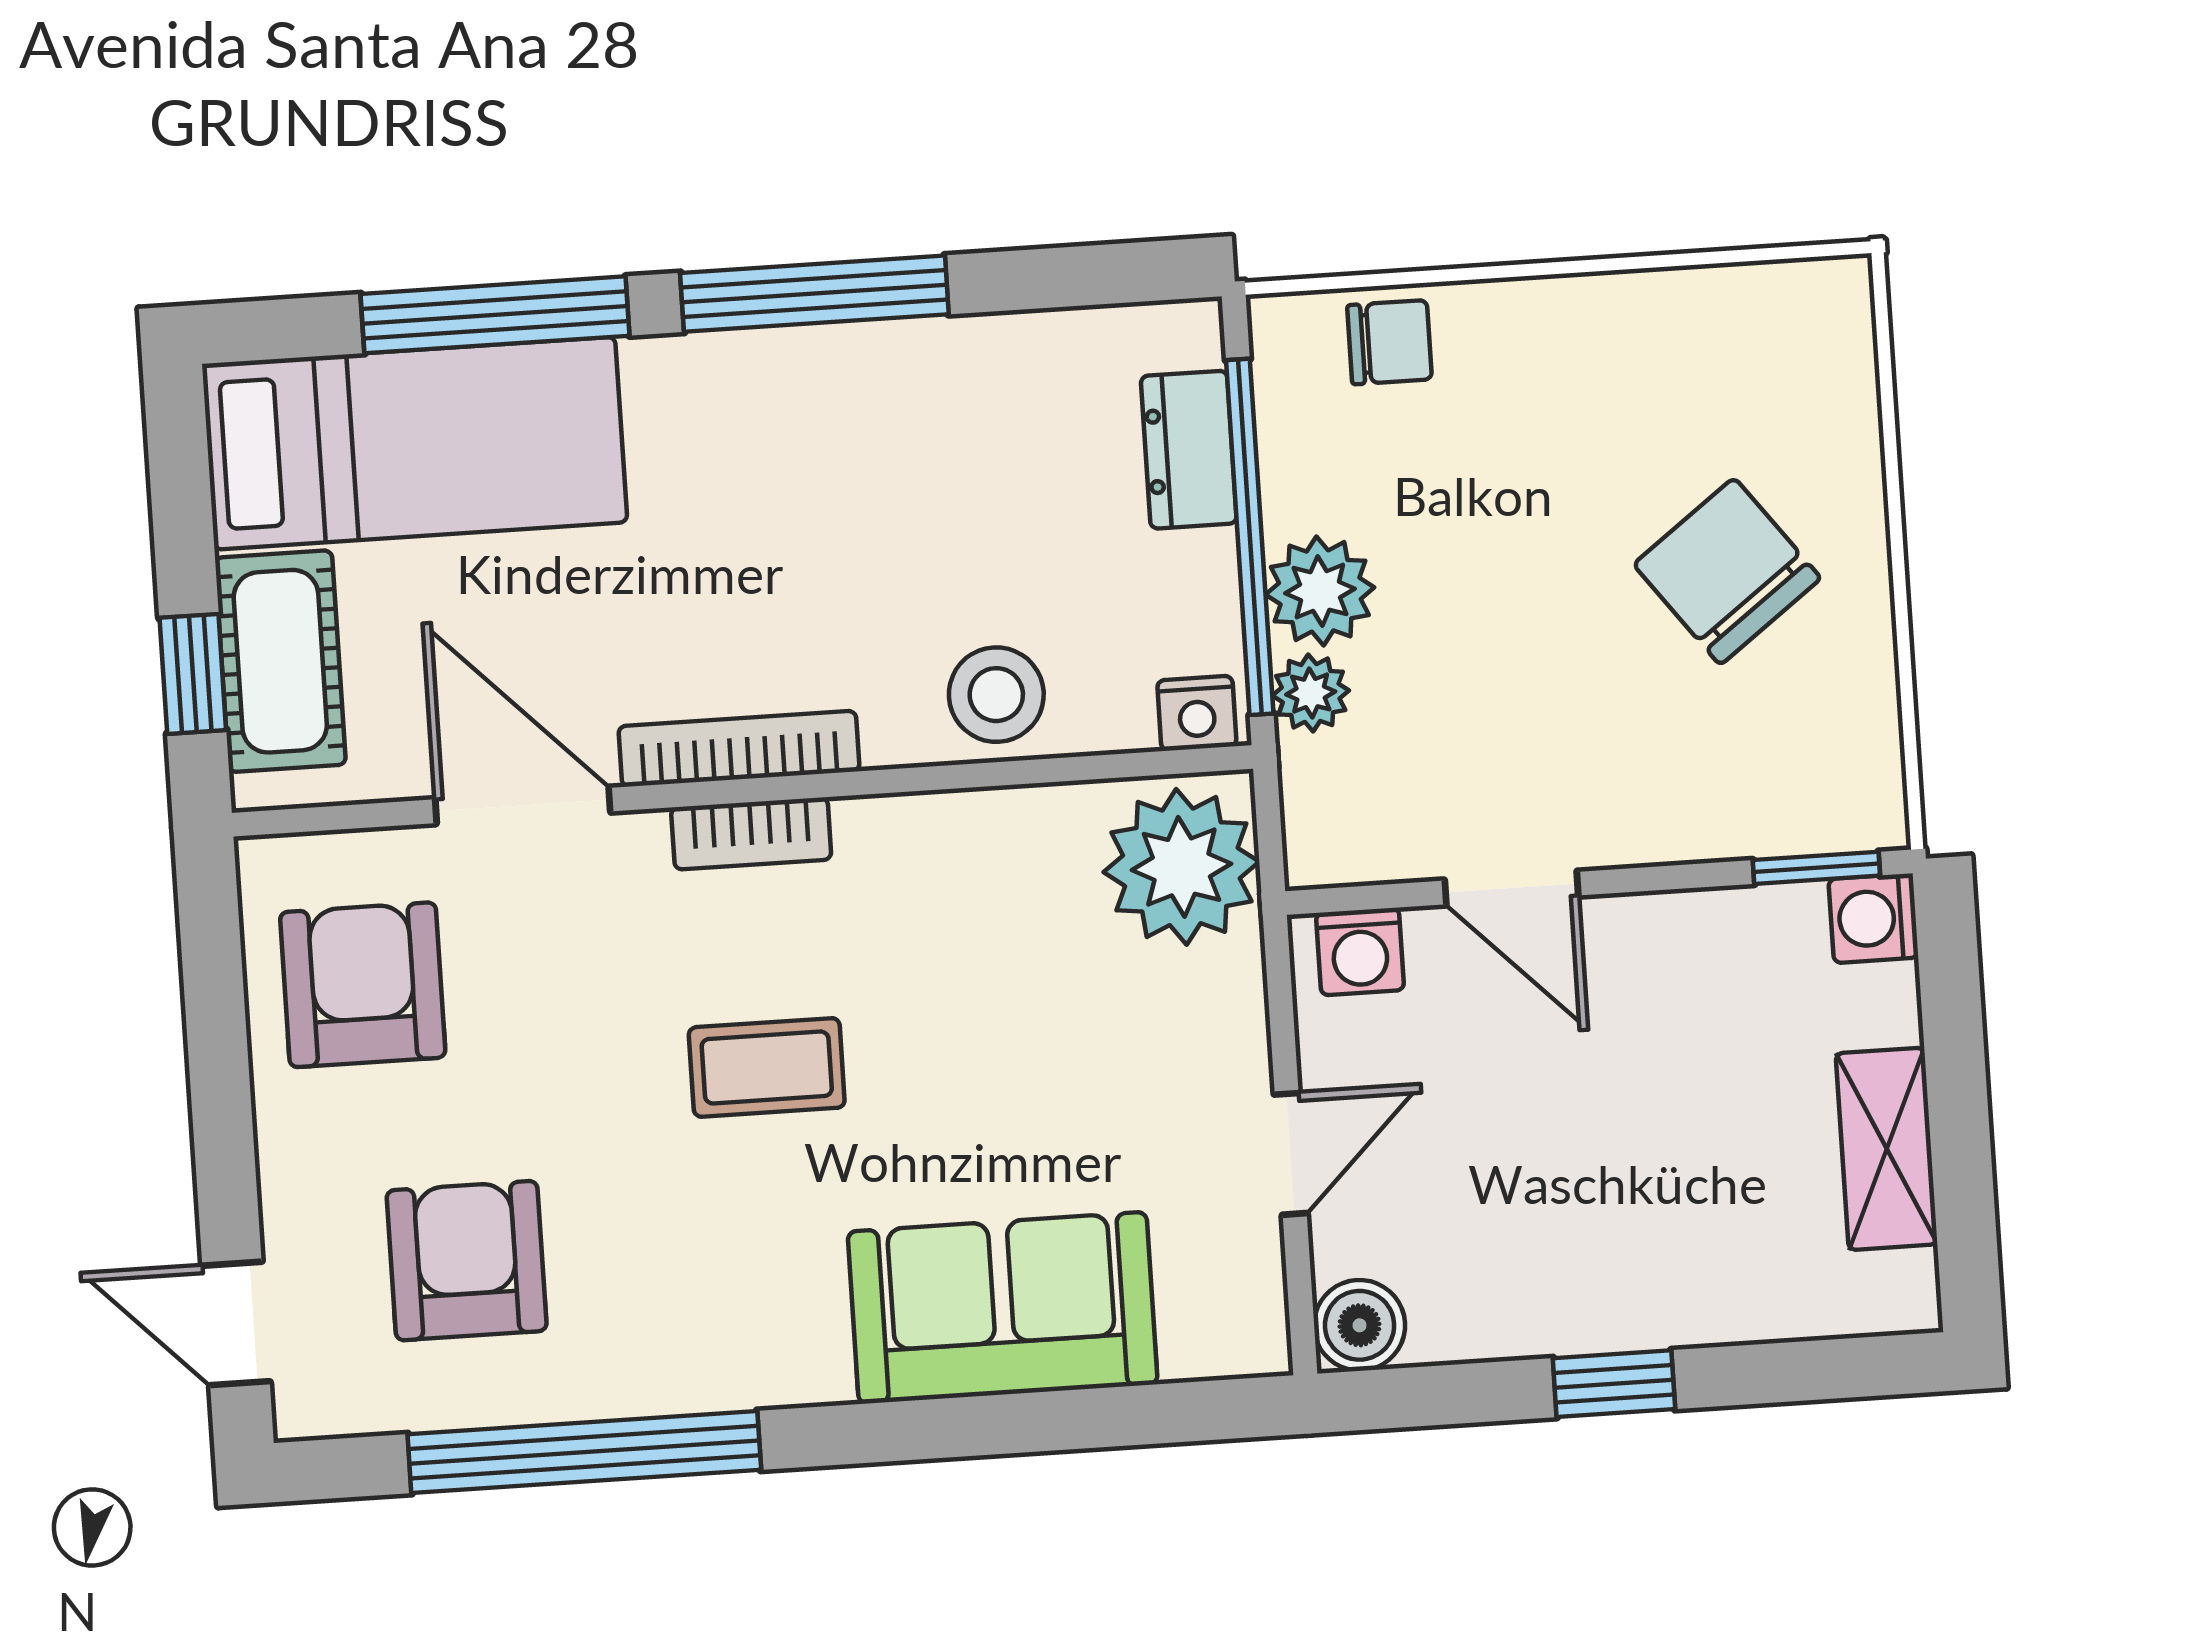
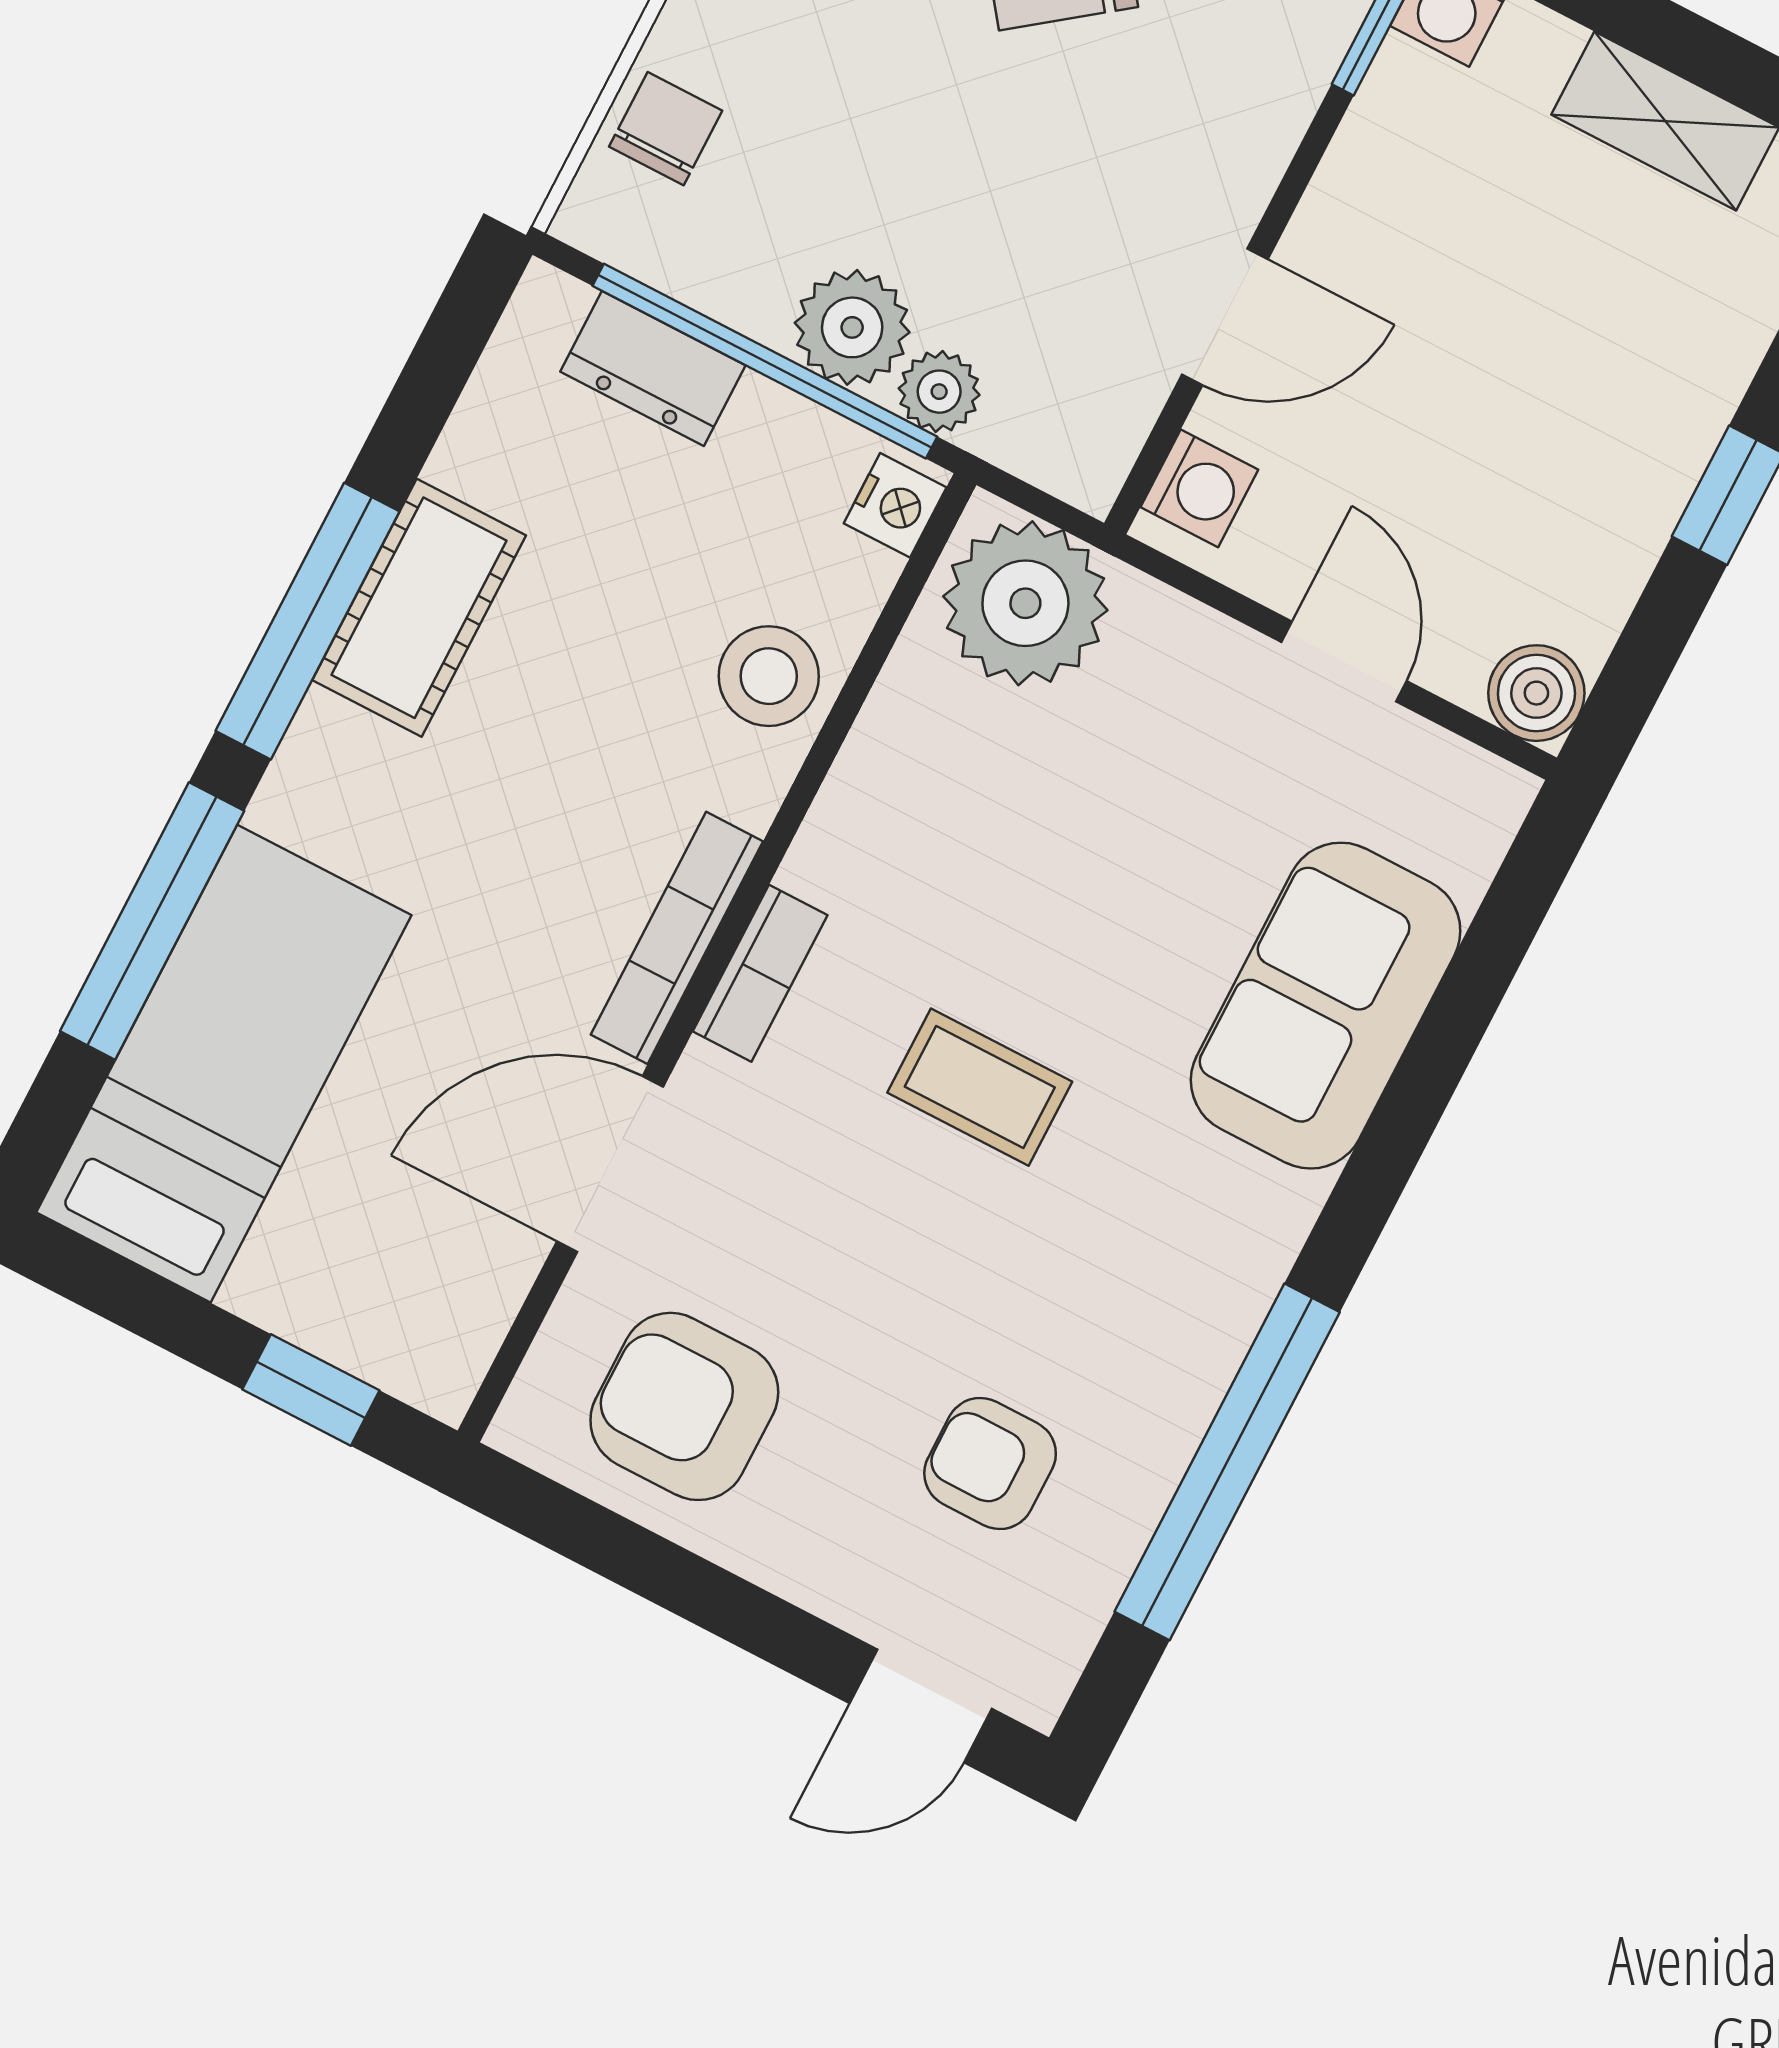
cot: (280, 661) -> (419, 608), moved, turned 90
coffee table: (767, 1067) -> (980, 1087), turned 90
armchair: (467, 1261) -> (990, 1463), width x0.72, depth x0.72

